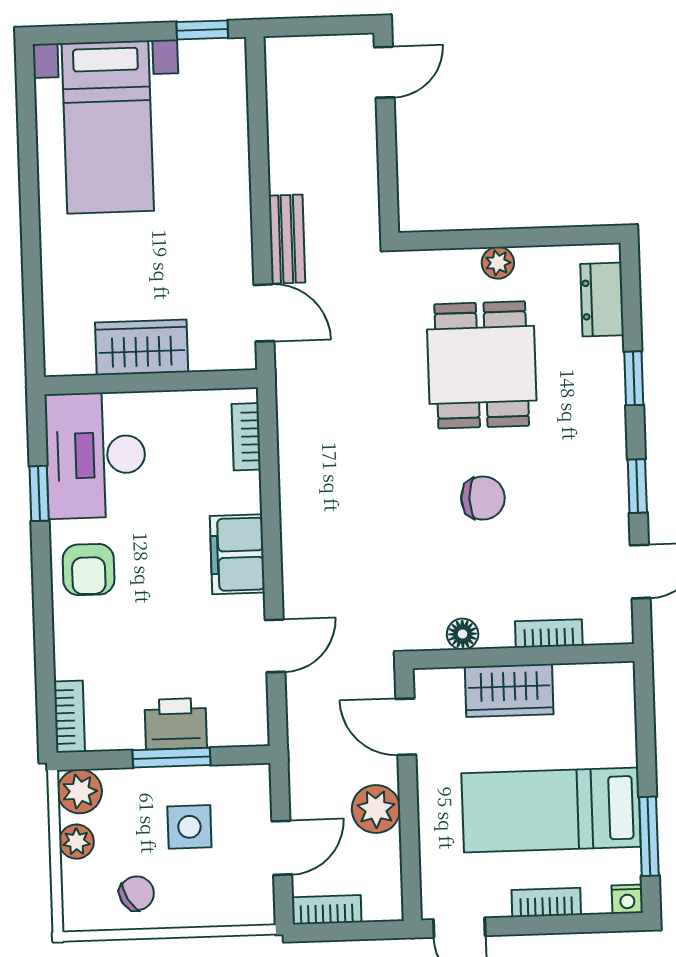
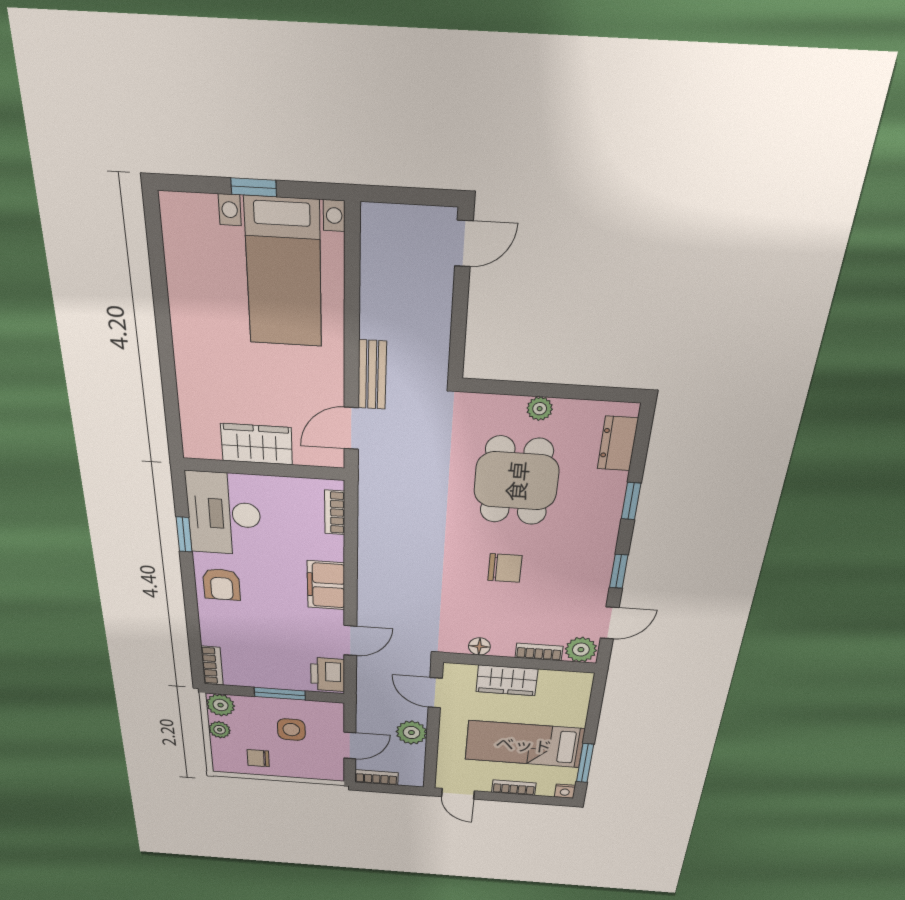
window: (202, 30) -> (254, 187), moved
bed with nightstands: (108, 127) -> (284, 273), moved
door: (264, 313) -> (351, 428), swing flipped
plant: (608, 622) -> (581, 650), added
printer: (176, 724) -> (328, 675), moved, turned -90
chair: (137, 893) -> (258, 758), turned -149

